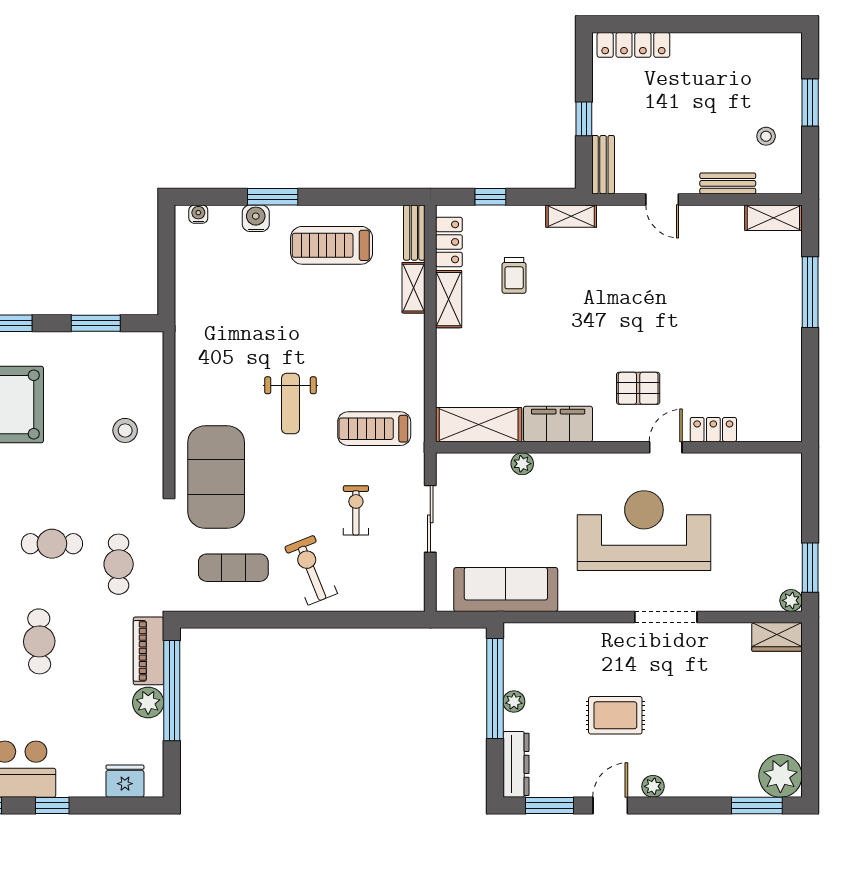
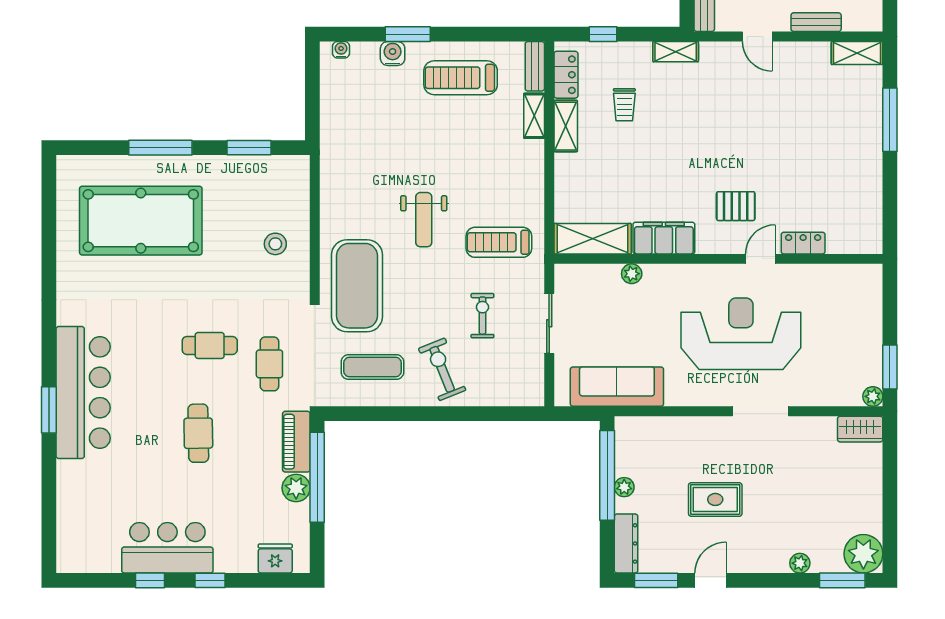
plant: (653, 786) -> (800, 563), moved

